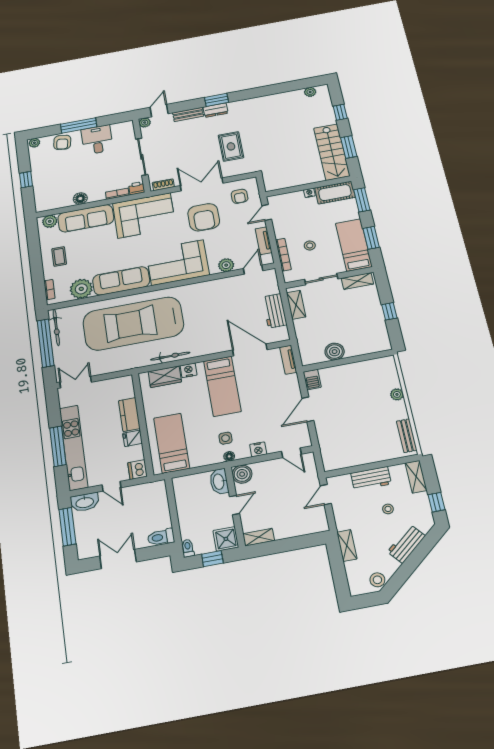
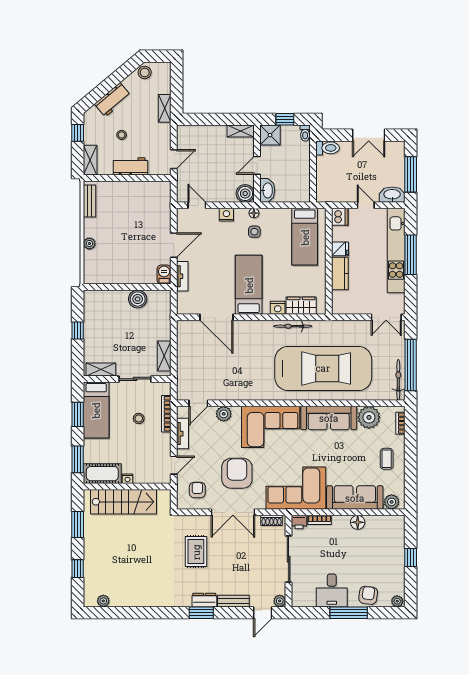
stairs: (332, 152) -> (123, 502), moved, turned 90
workbench: (275, 311) -> (186, 354), removed
tv unit: (288, 360) -> (182, 276), moved

